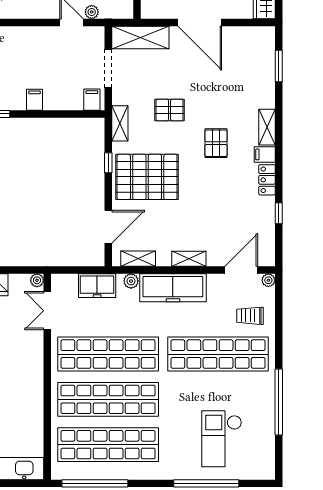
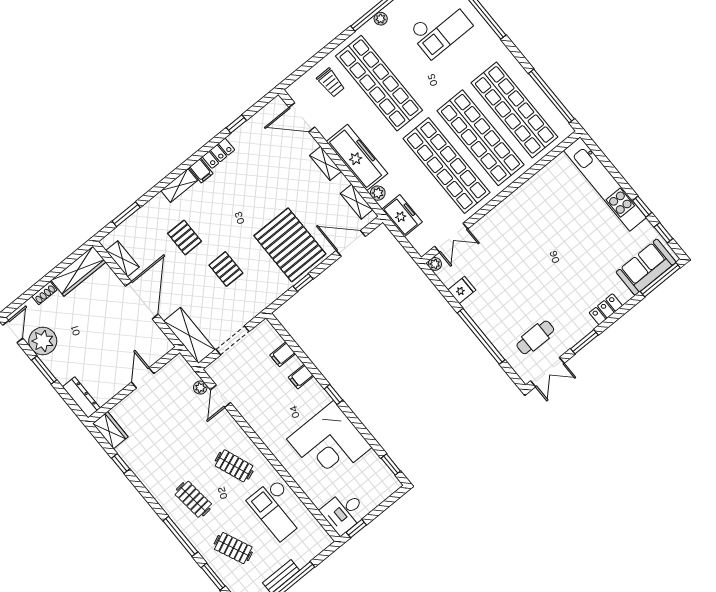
filing cabinet: (92, 100) -> (283, 354), moved
shelving: (120, 123) -> (122, 259), moved, turned 90
pallet: (216, 143) -> (185, 237), moved, turned 90
plant: (268, 280) -> (381, 19), moved

